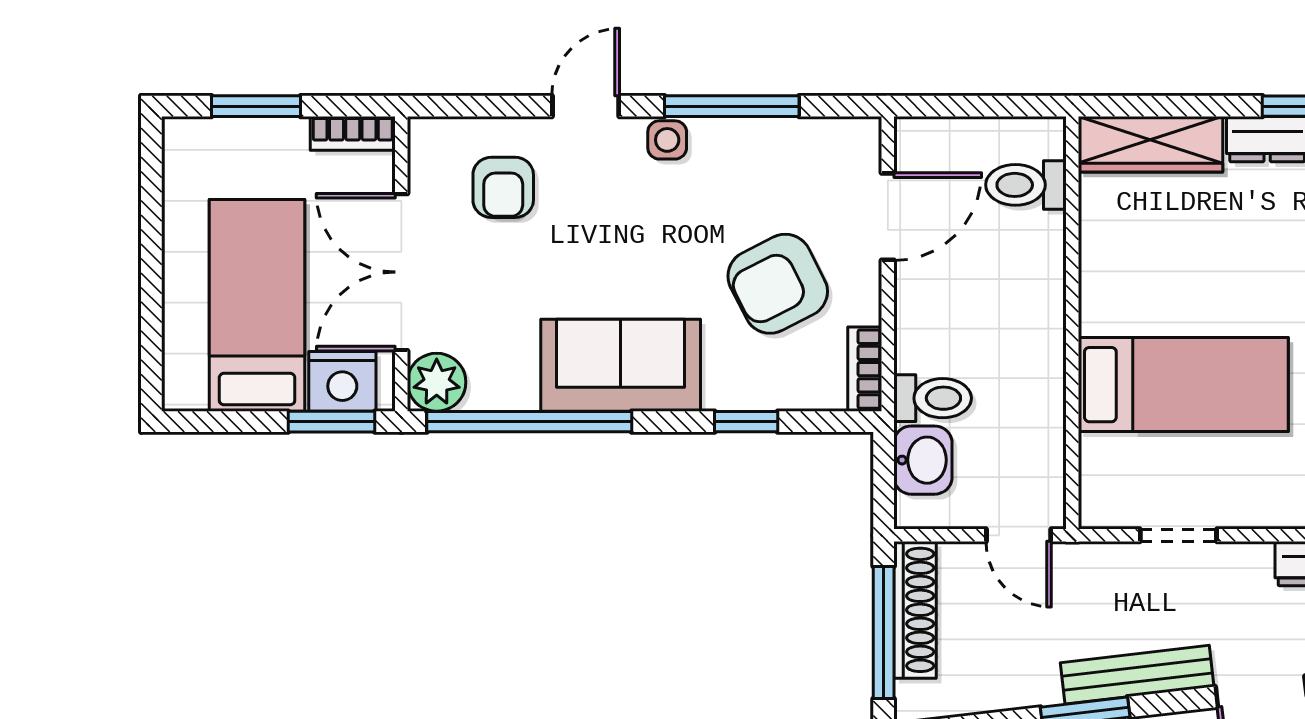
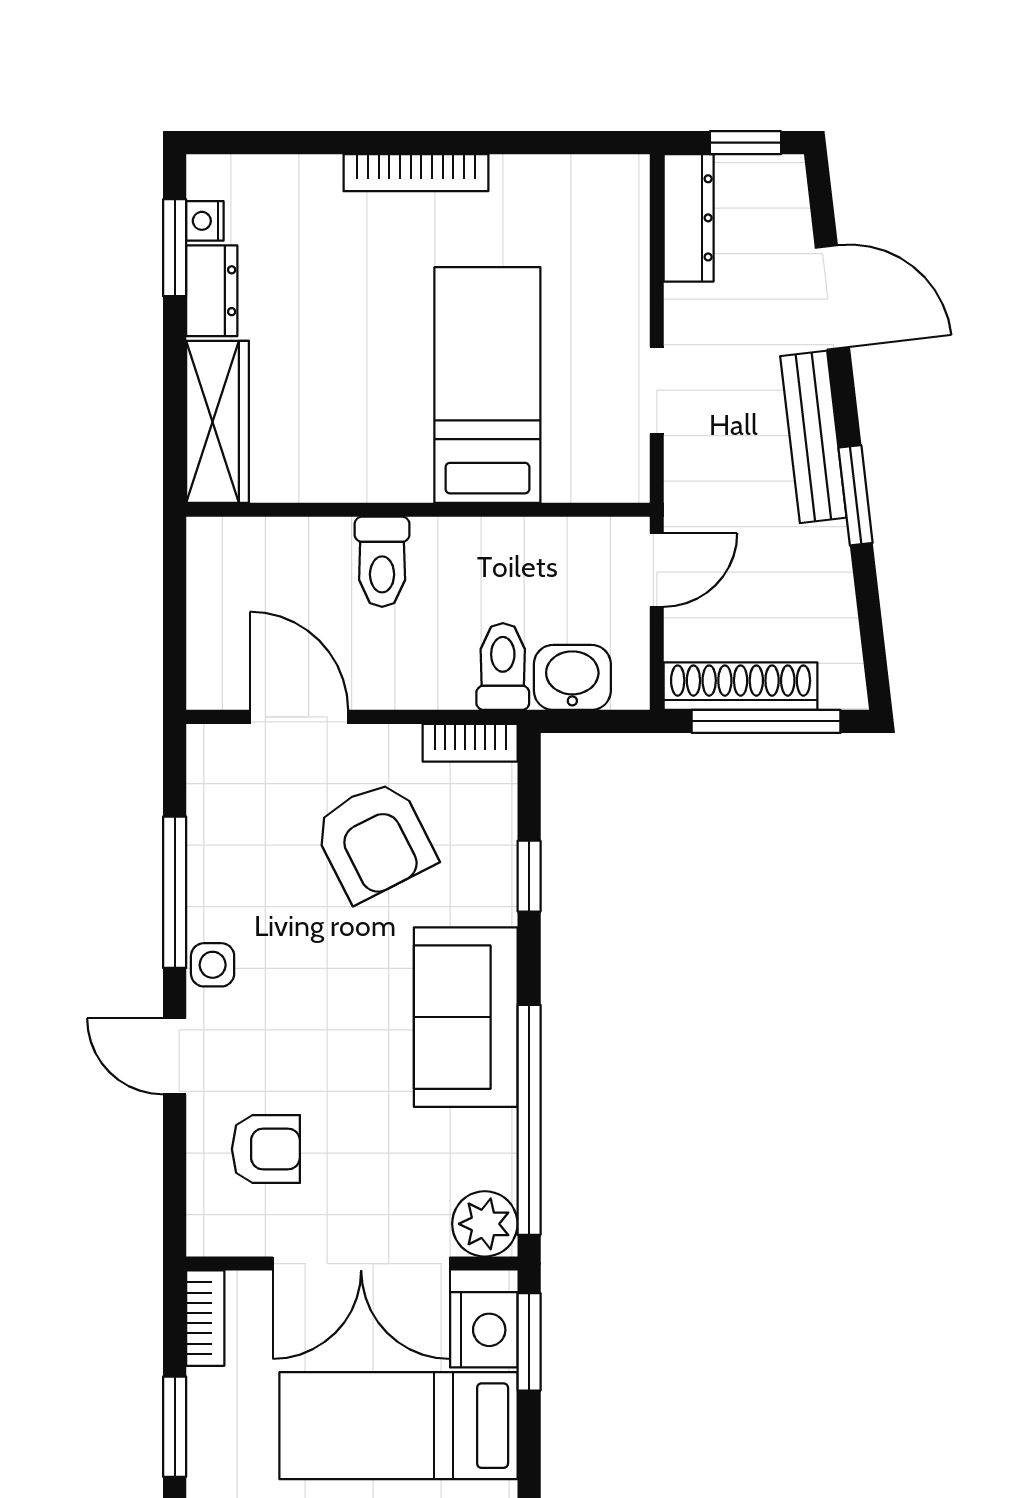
toilet: (1026, 185) -> (382, 562), moved

